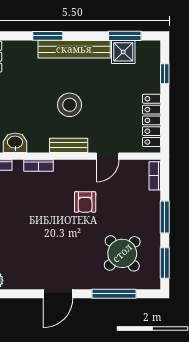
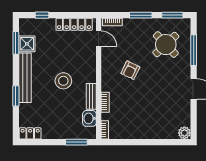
bench: (69, 145) -> (91, 96), moved
door: (108, 156) -> (99, 39), moved
armchair: (85, 202) -> (130, 70), turned 116

